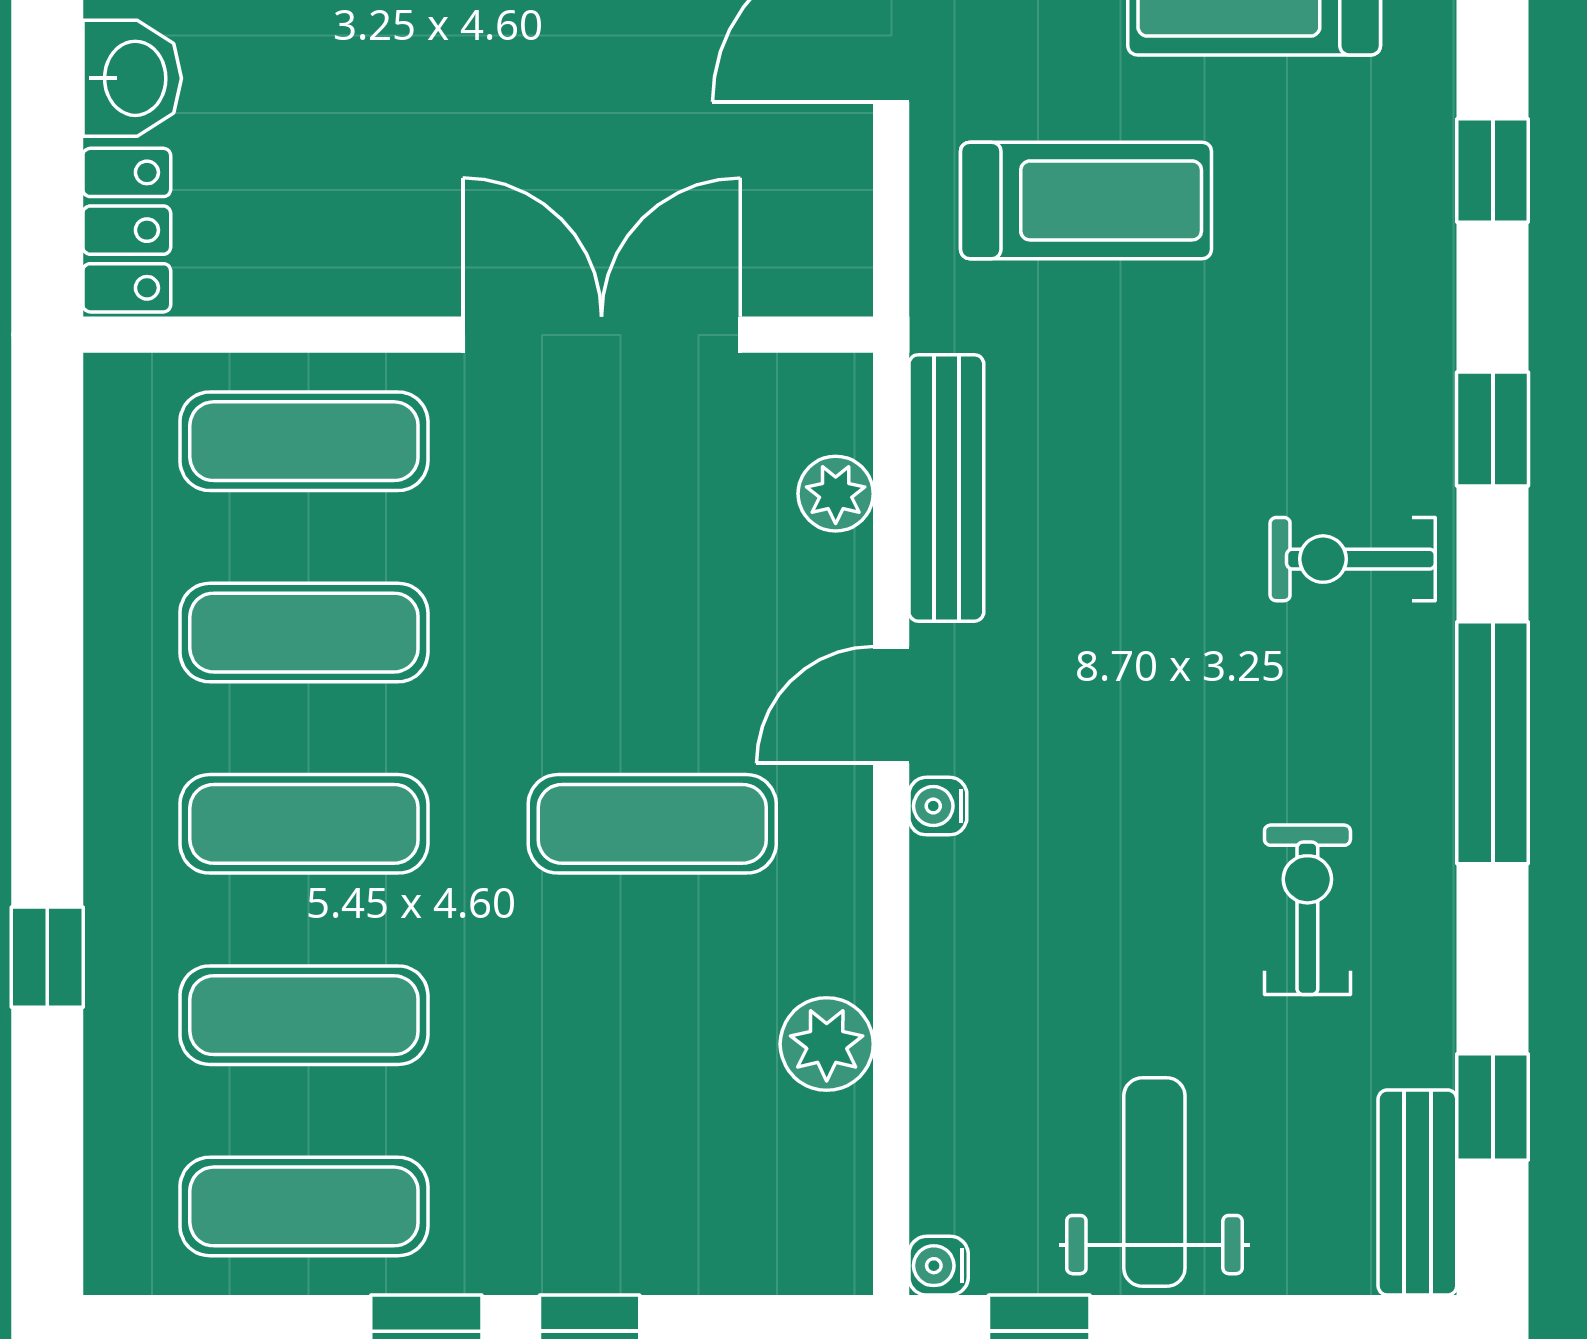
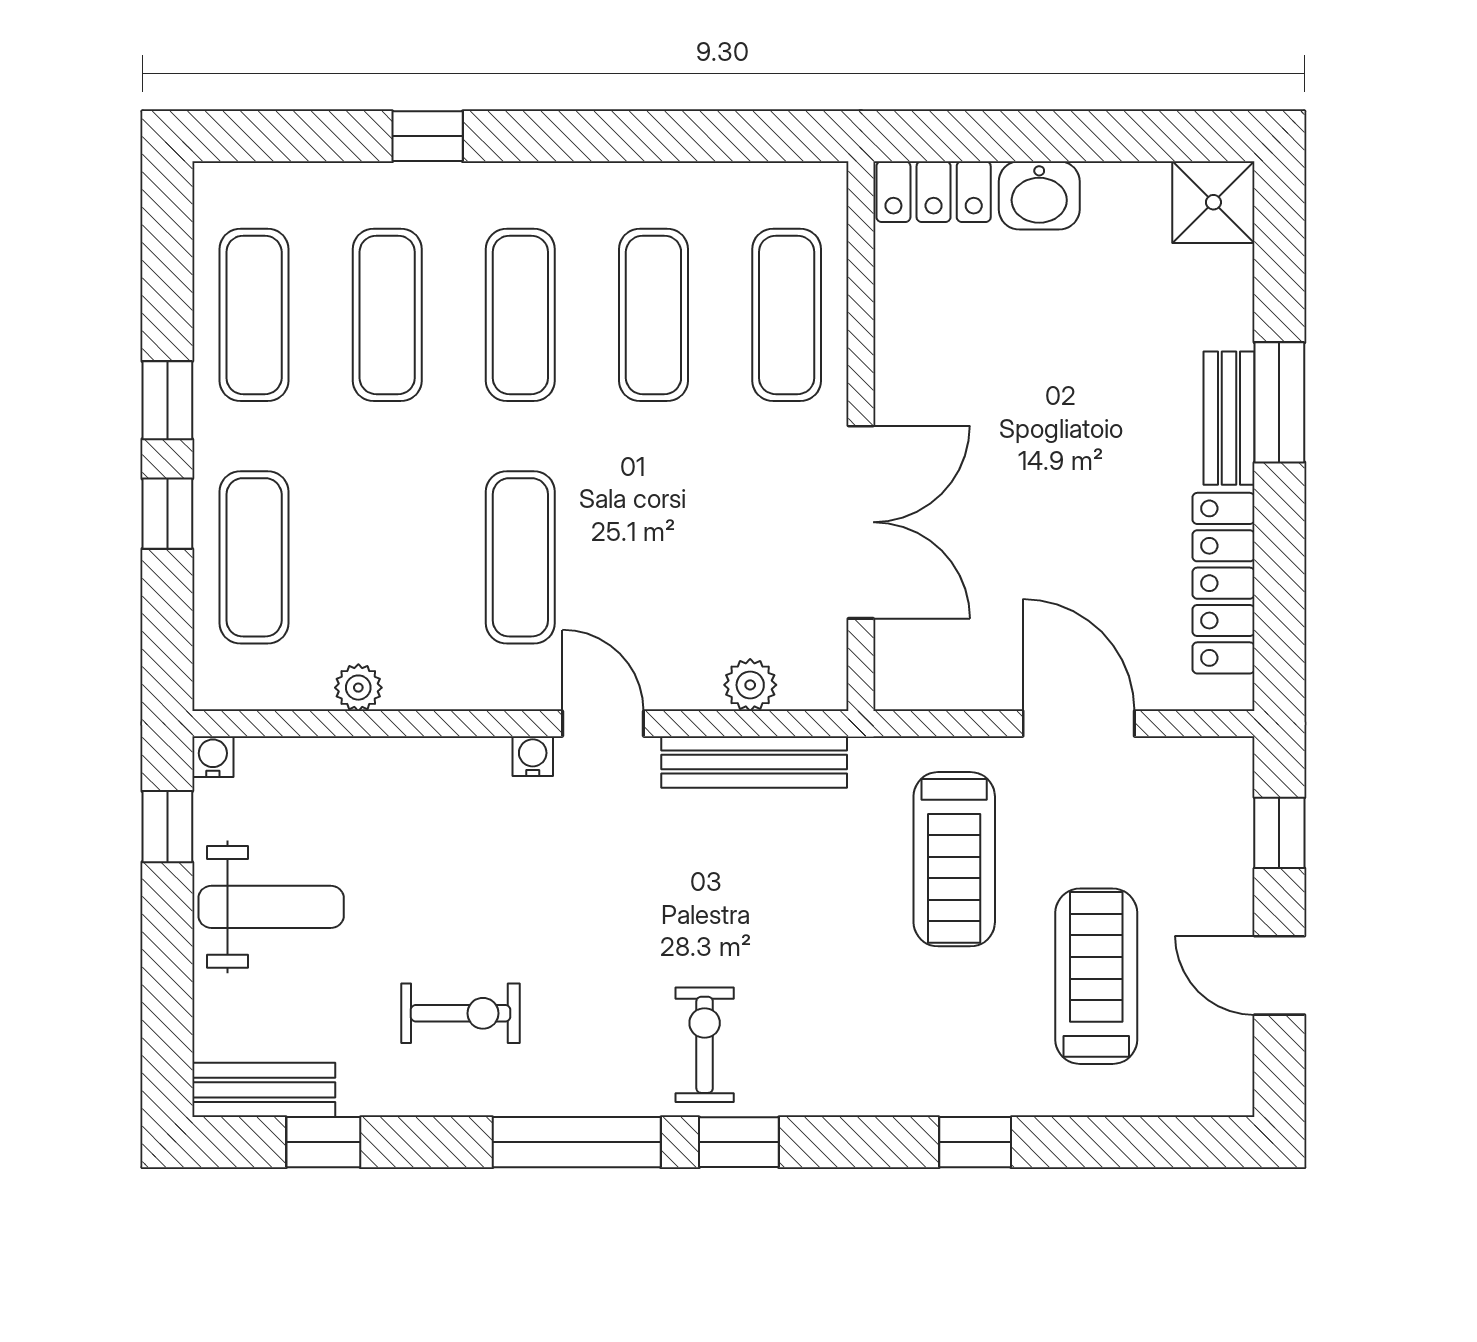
window: (1493, 429) -> (739, 1142), moved
plant: (827, 1044) -> (358, 688), width x0.73, depth x0.73
exercise mat: (652, 1206) -> (254, 557), added

